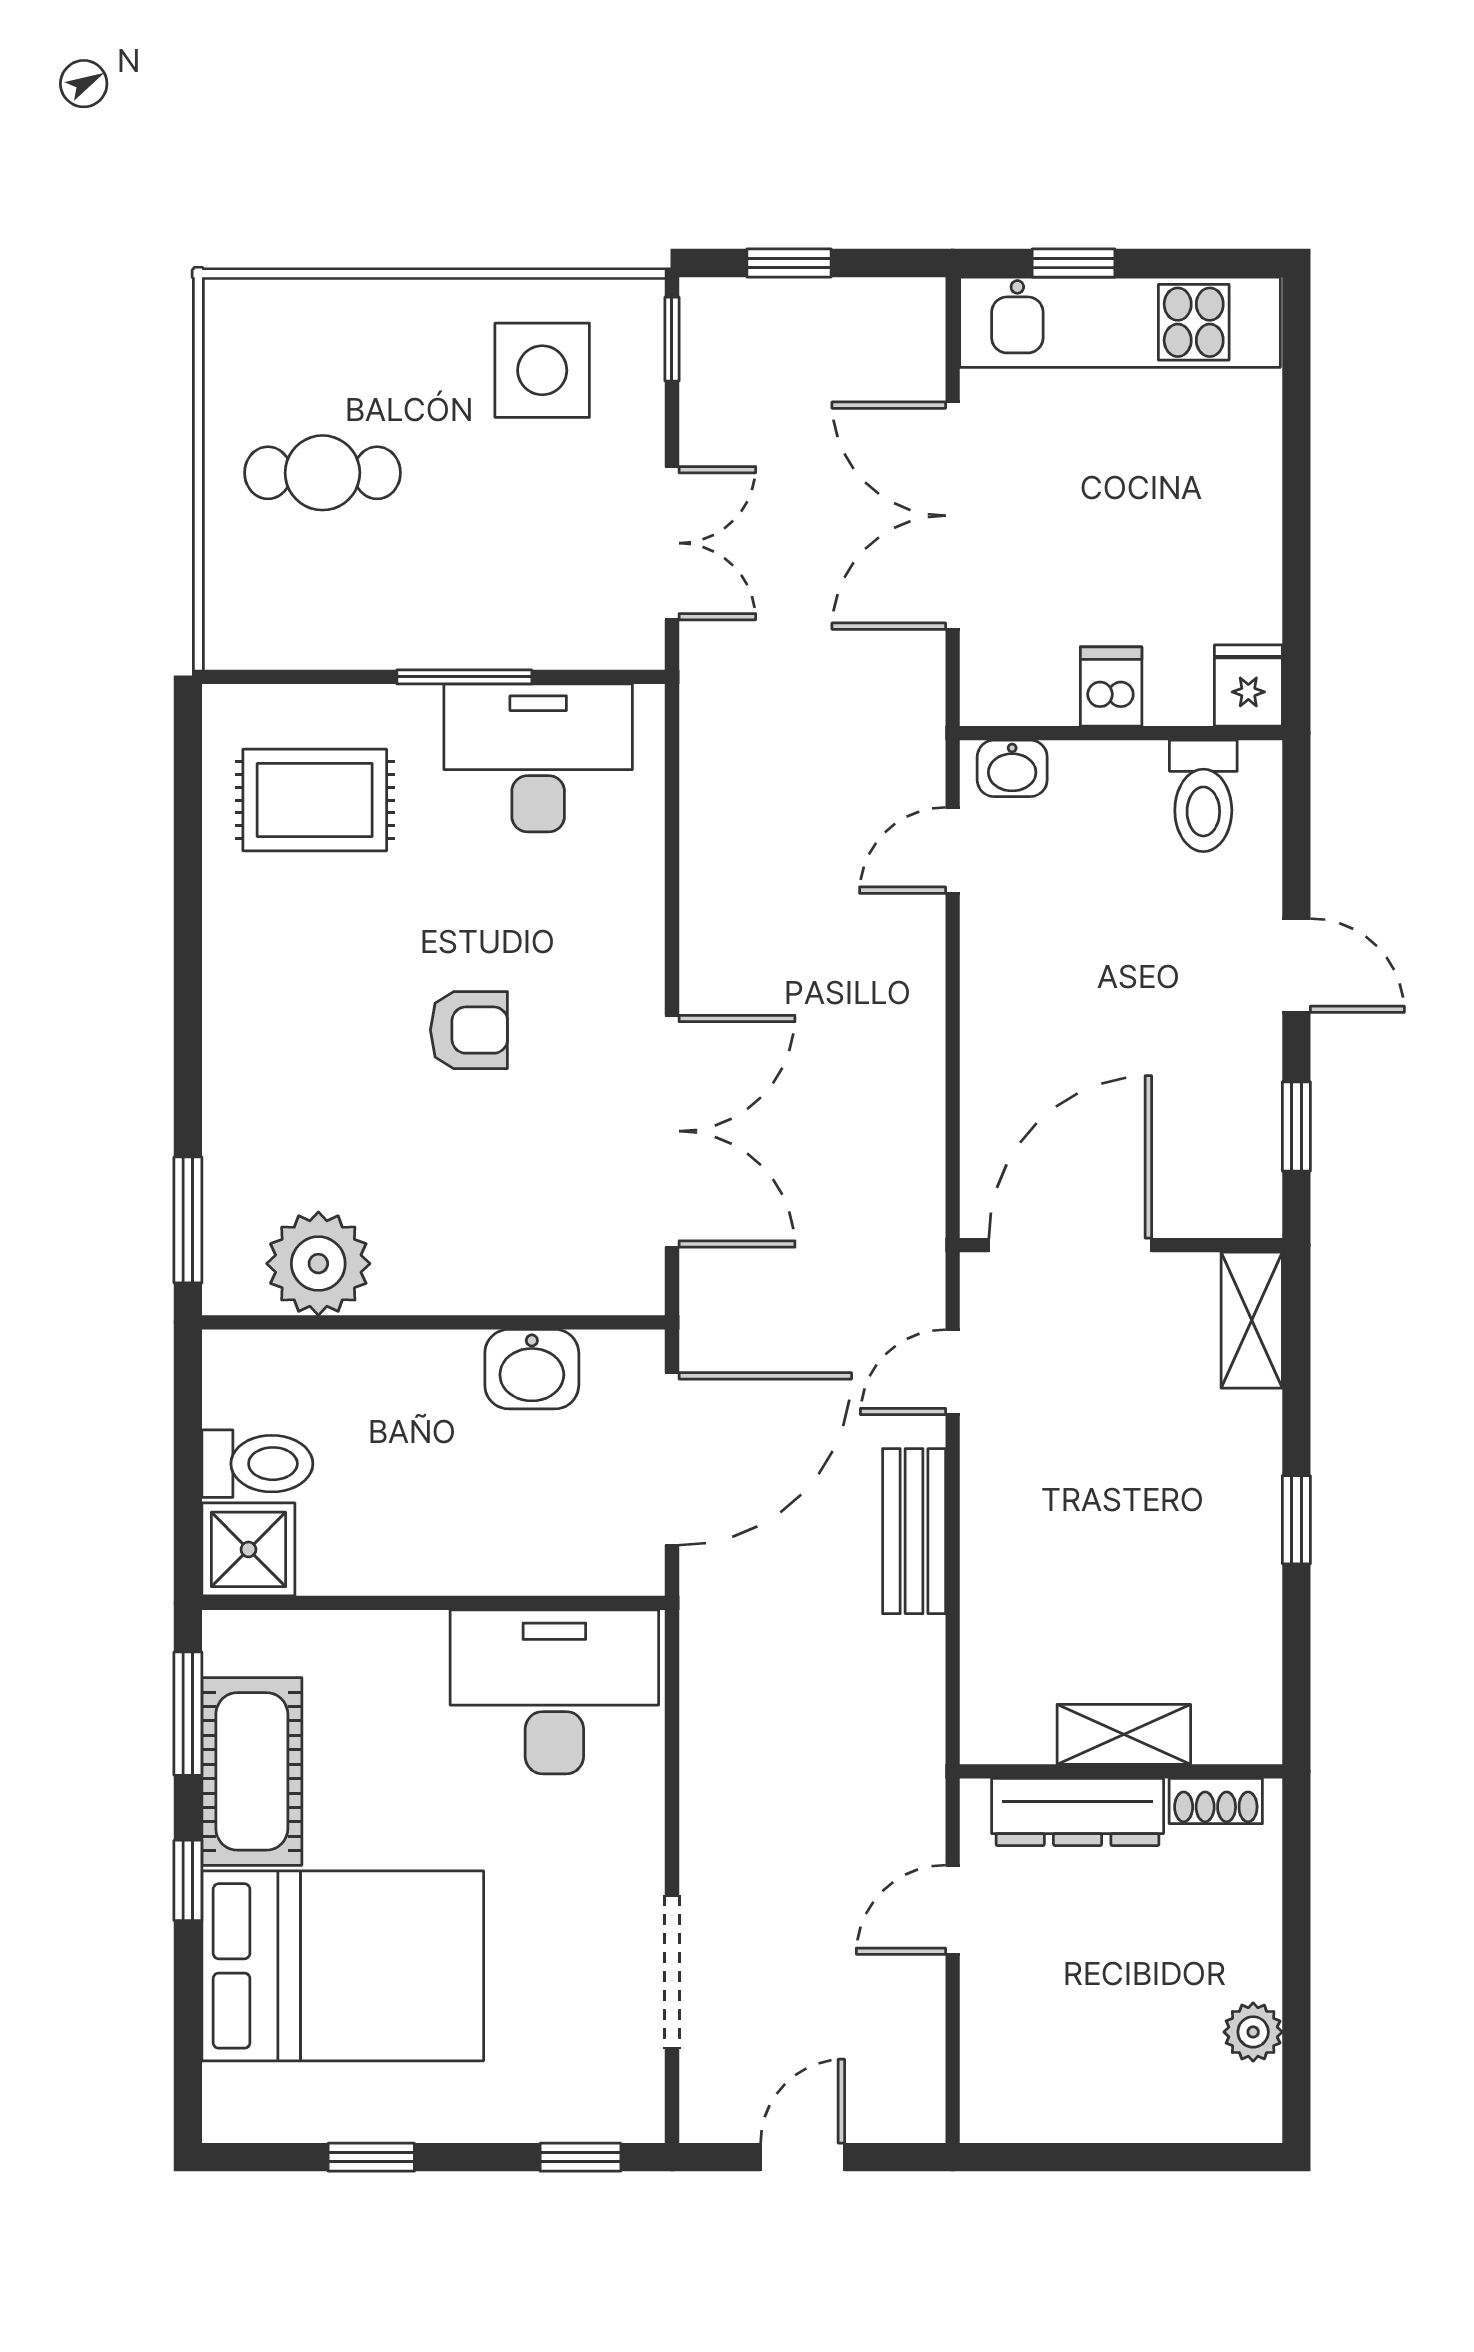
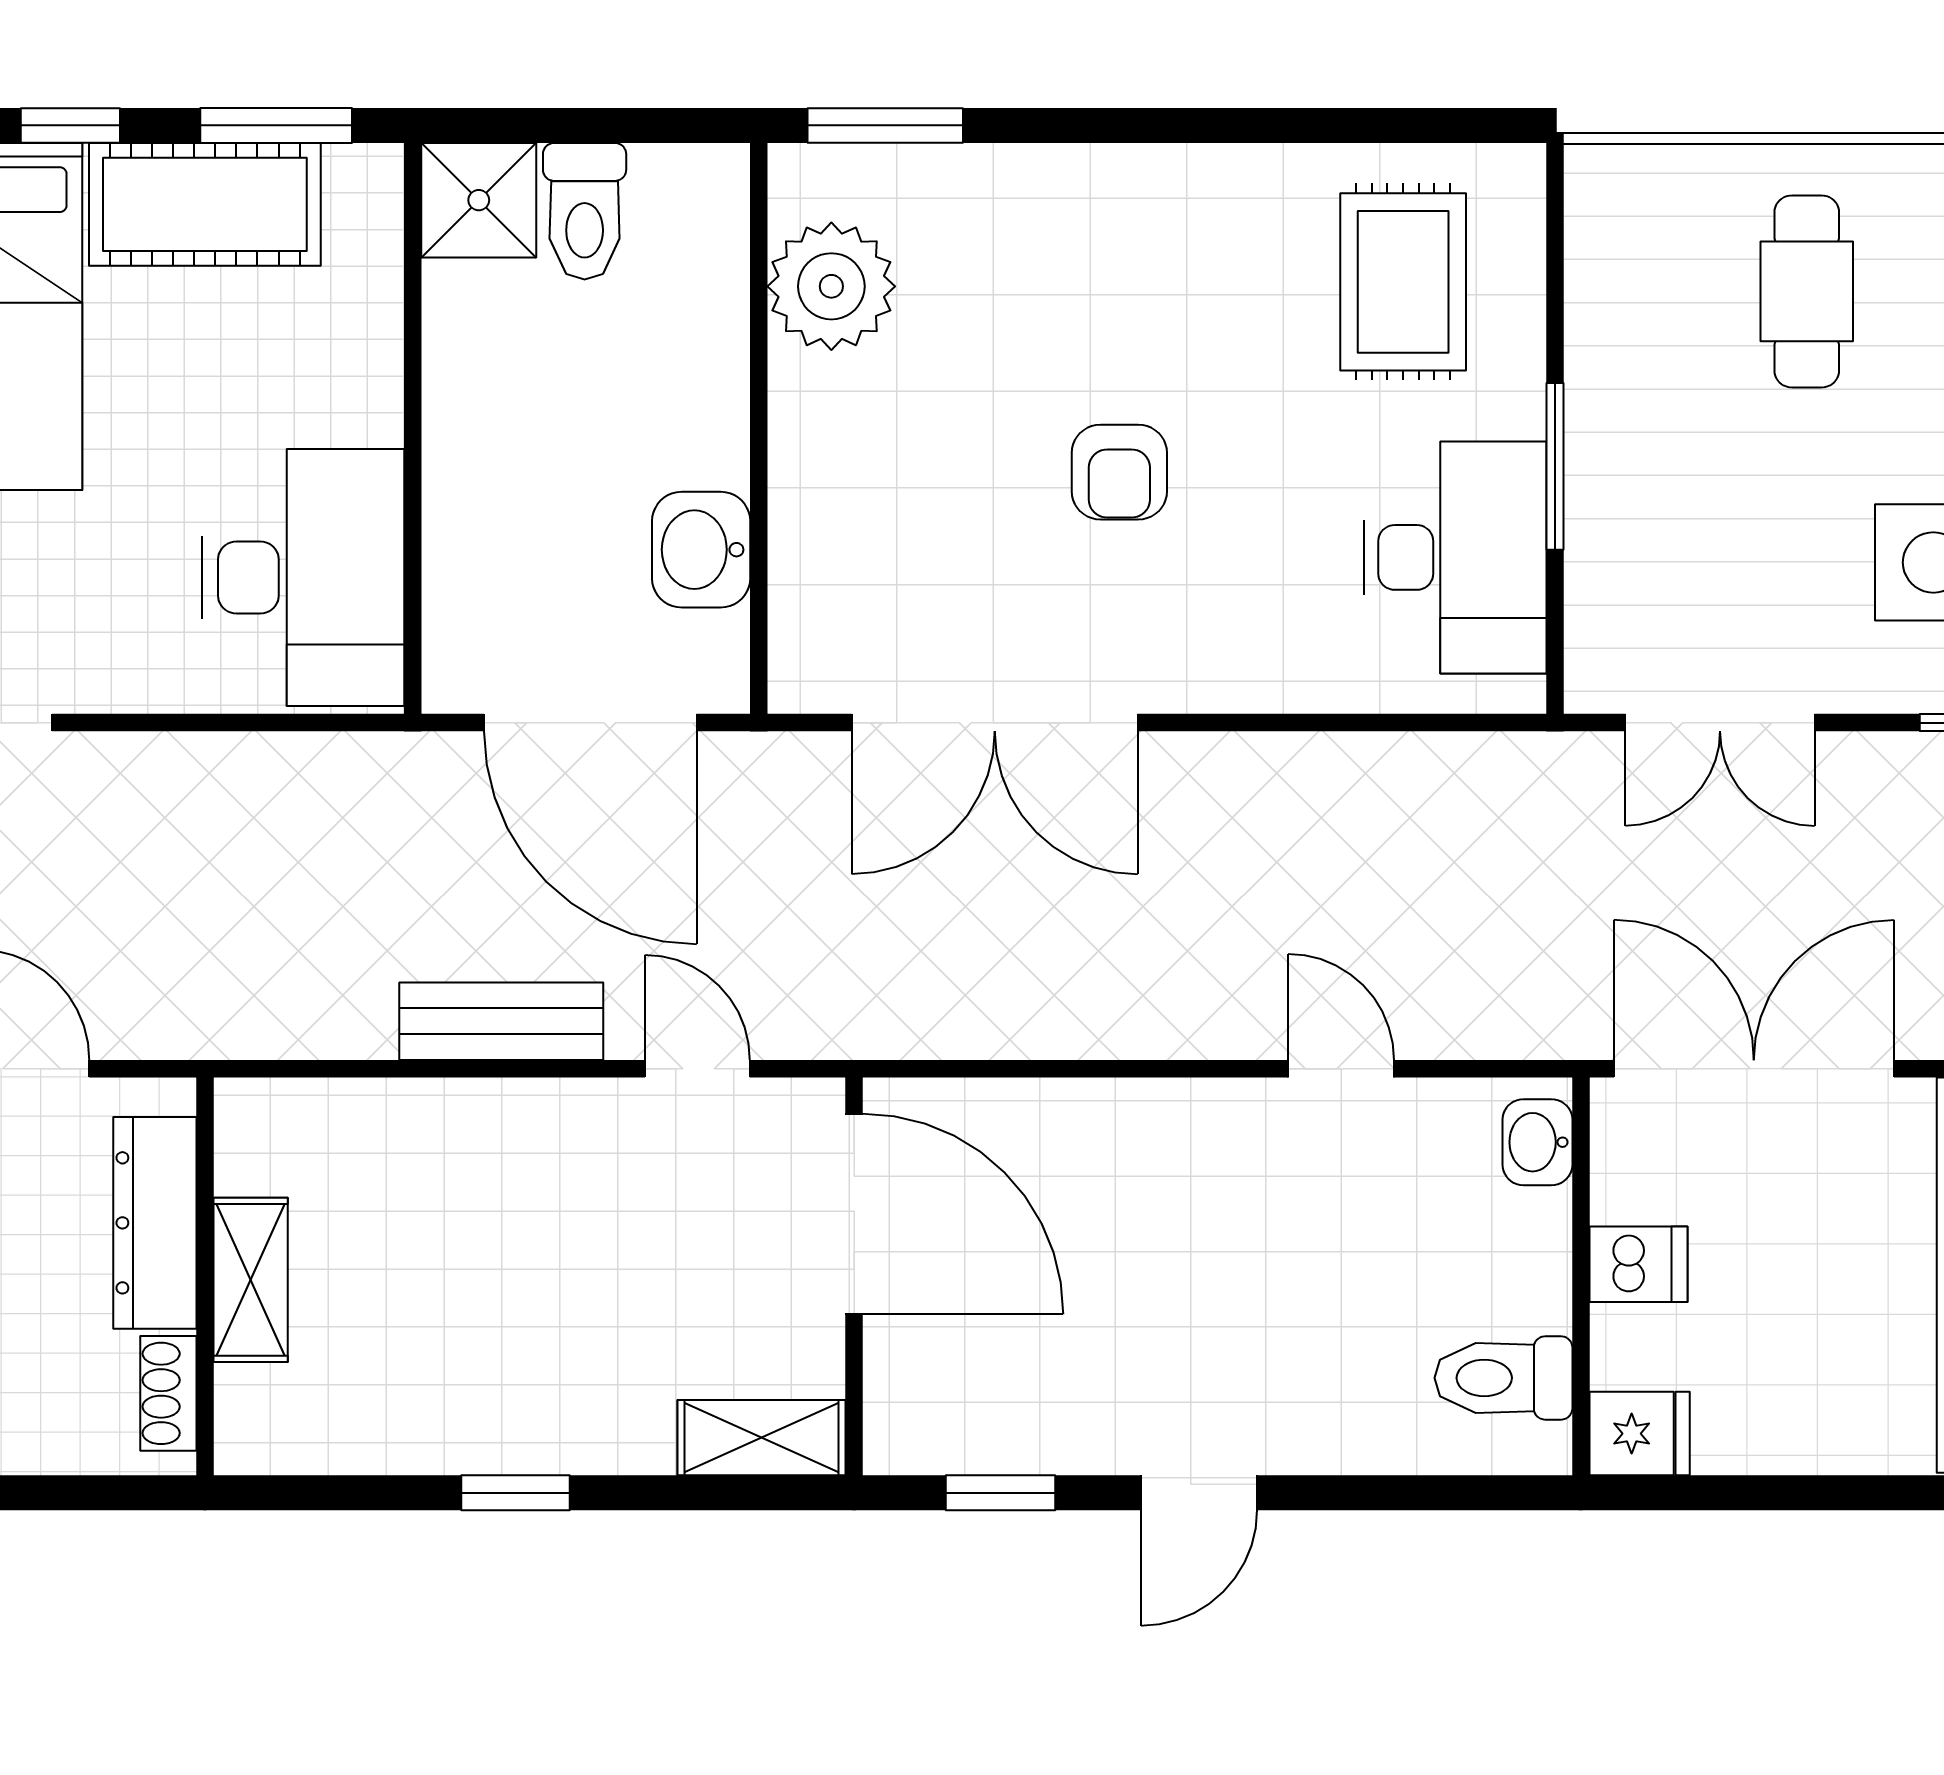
fridge: (1248, 685) -> (1640, 1434), moved
dishwasher: (1111, 686) -> (1638, 1264), moved
wall: (1121, 733) -> (1581, 1276), moved
washbasin: (1012, 768) -> (1537, 1142), moved
toilet: (1203, 796) -> (1503, 1378), moved

